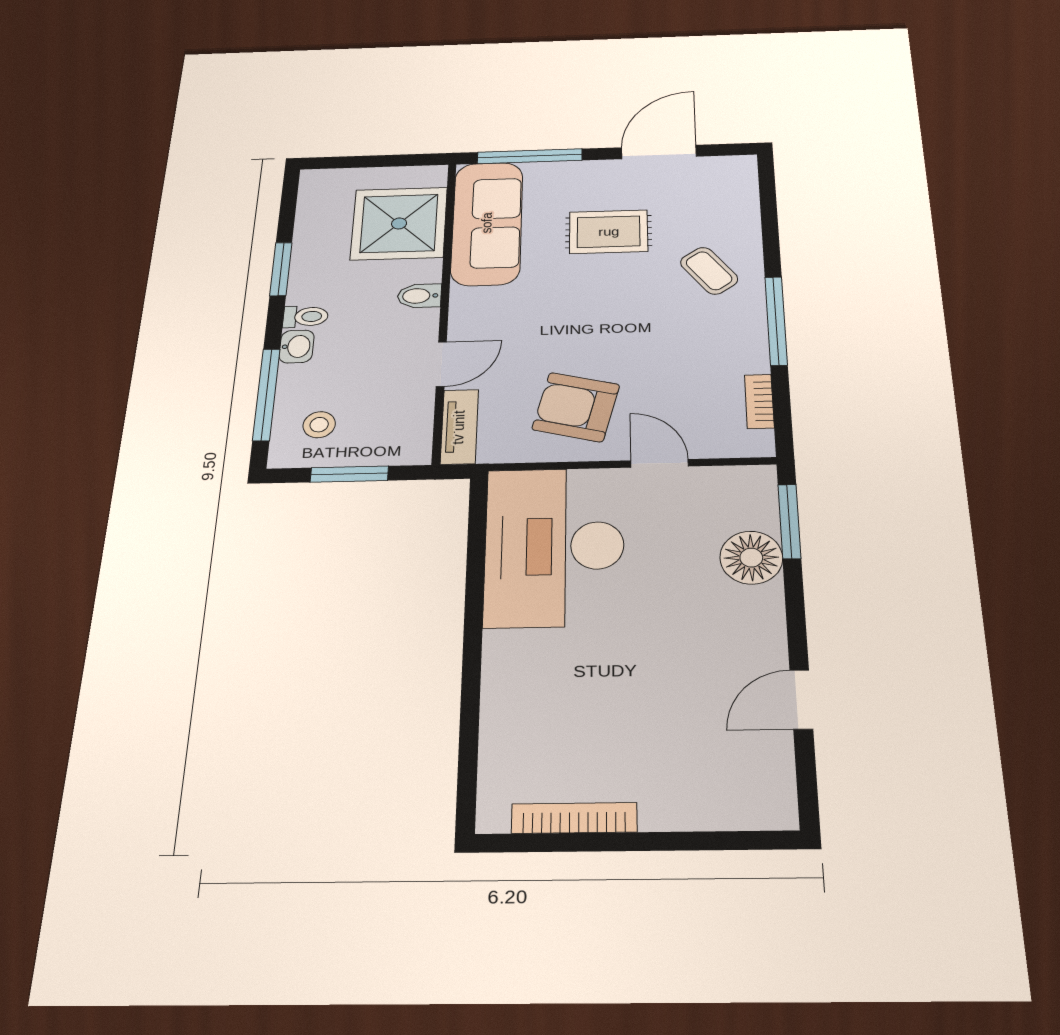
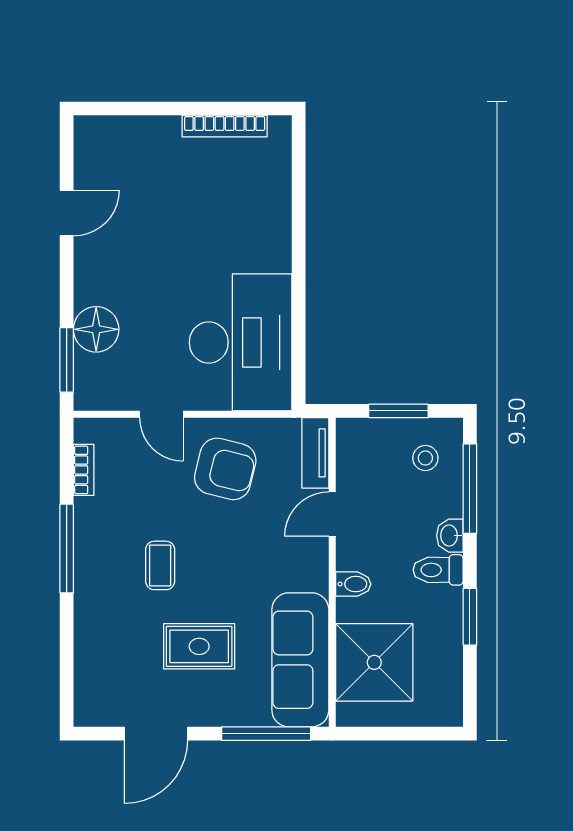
coffee table: (709, 271) -> (160, 565), moved, turned 36
toilet: (306, 317) -> (438, 570), width x1.37, depth x1.39

